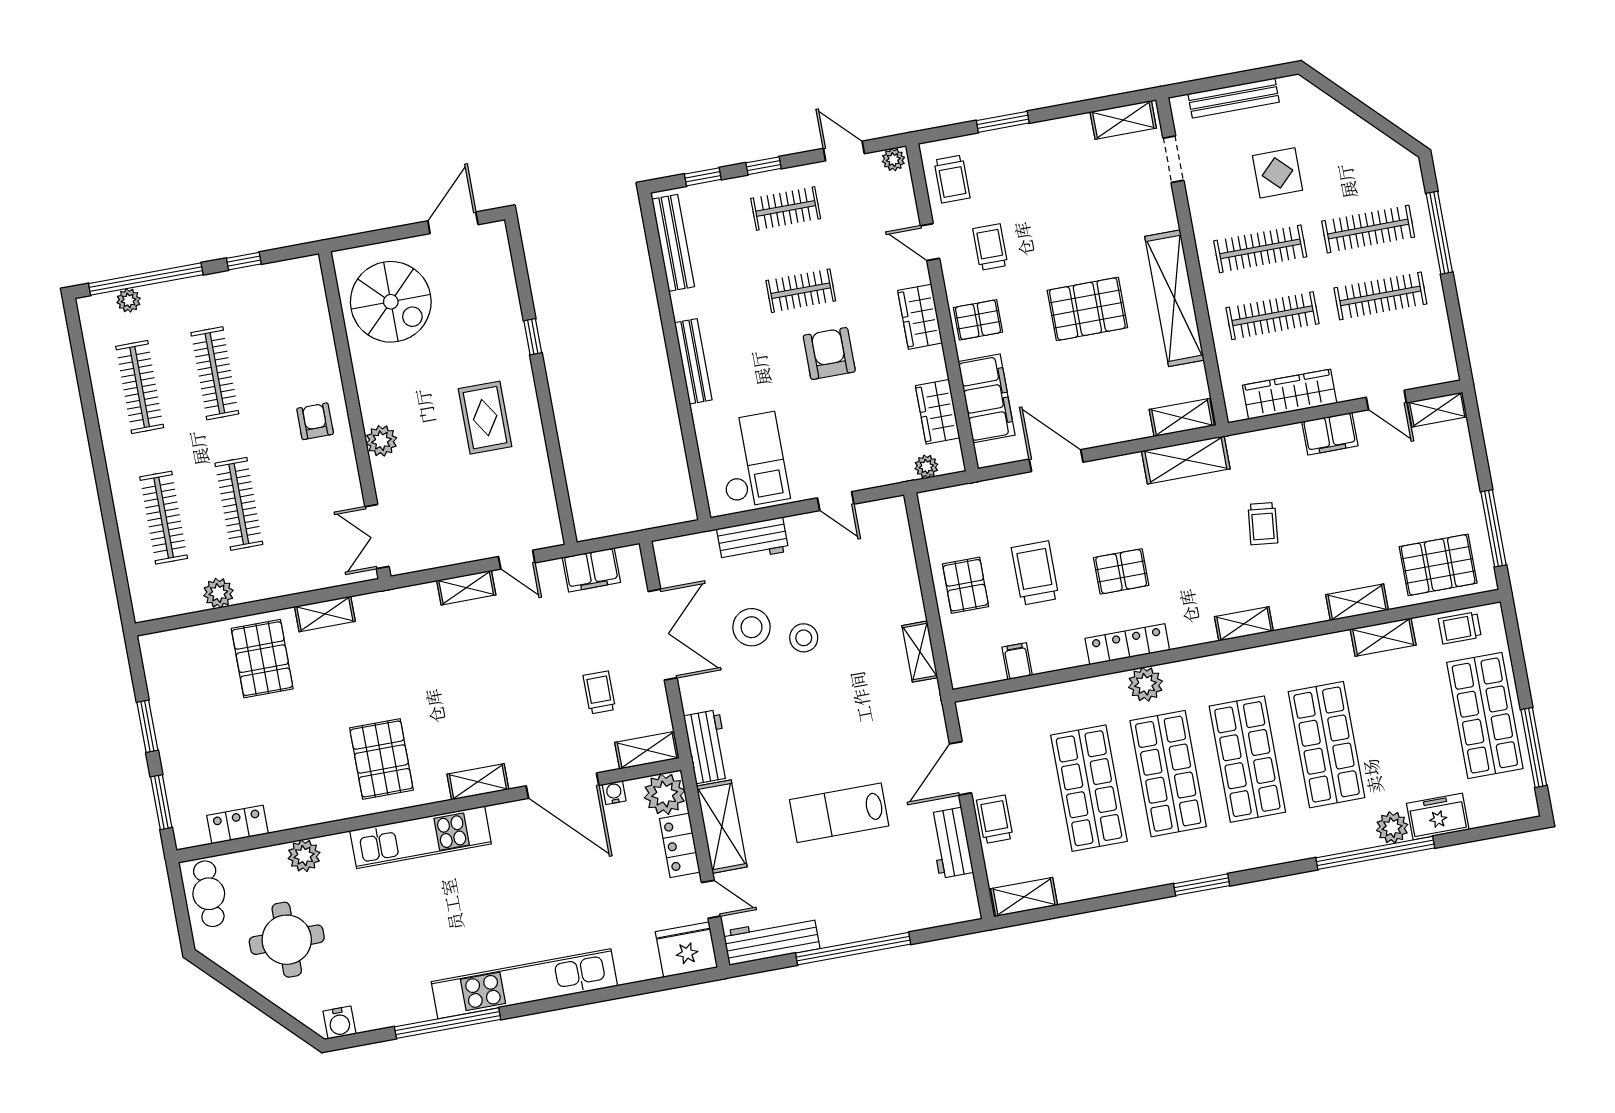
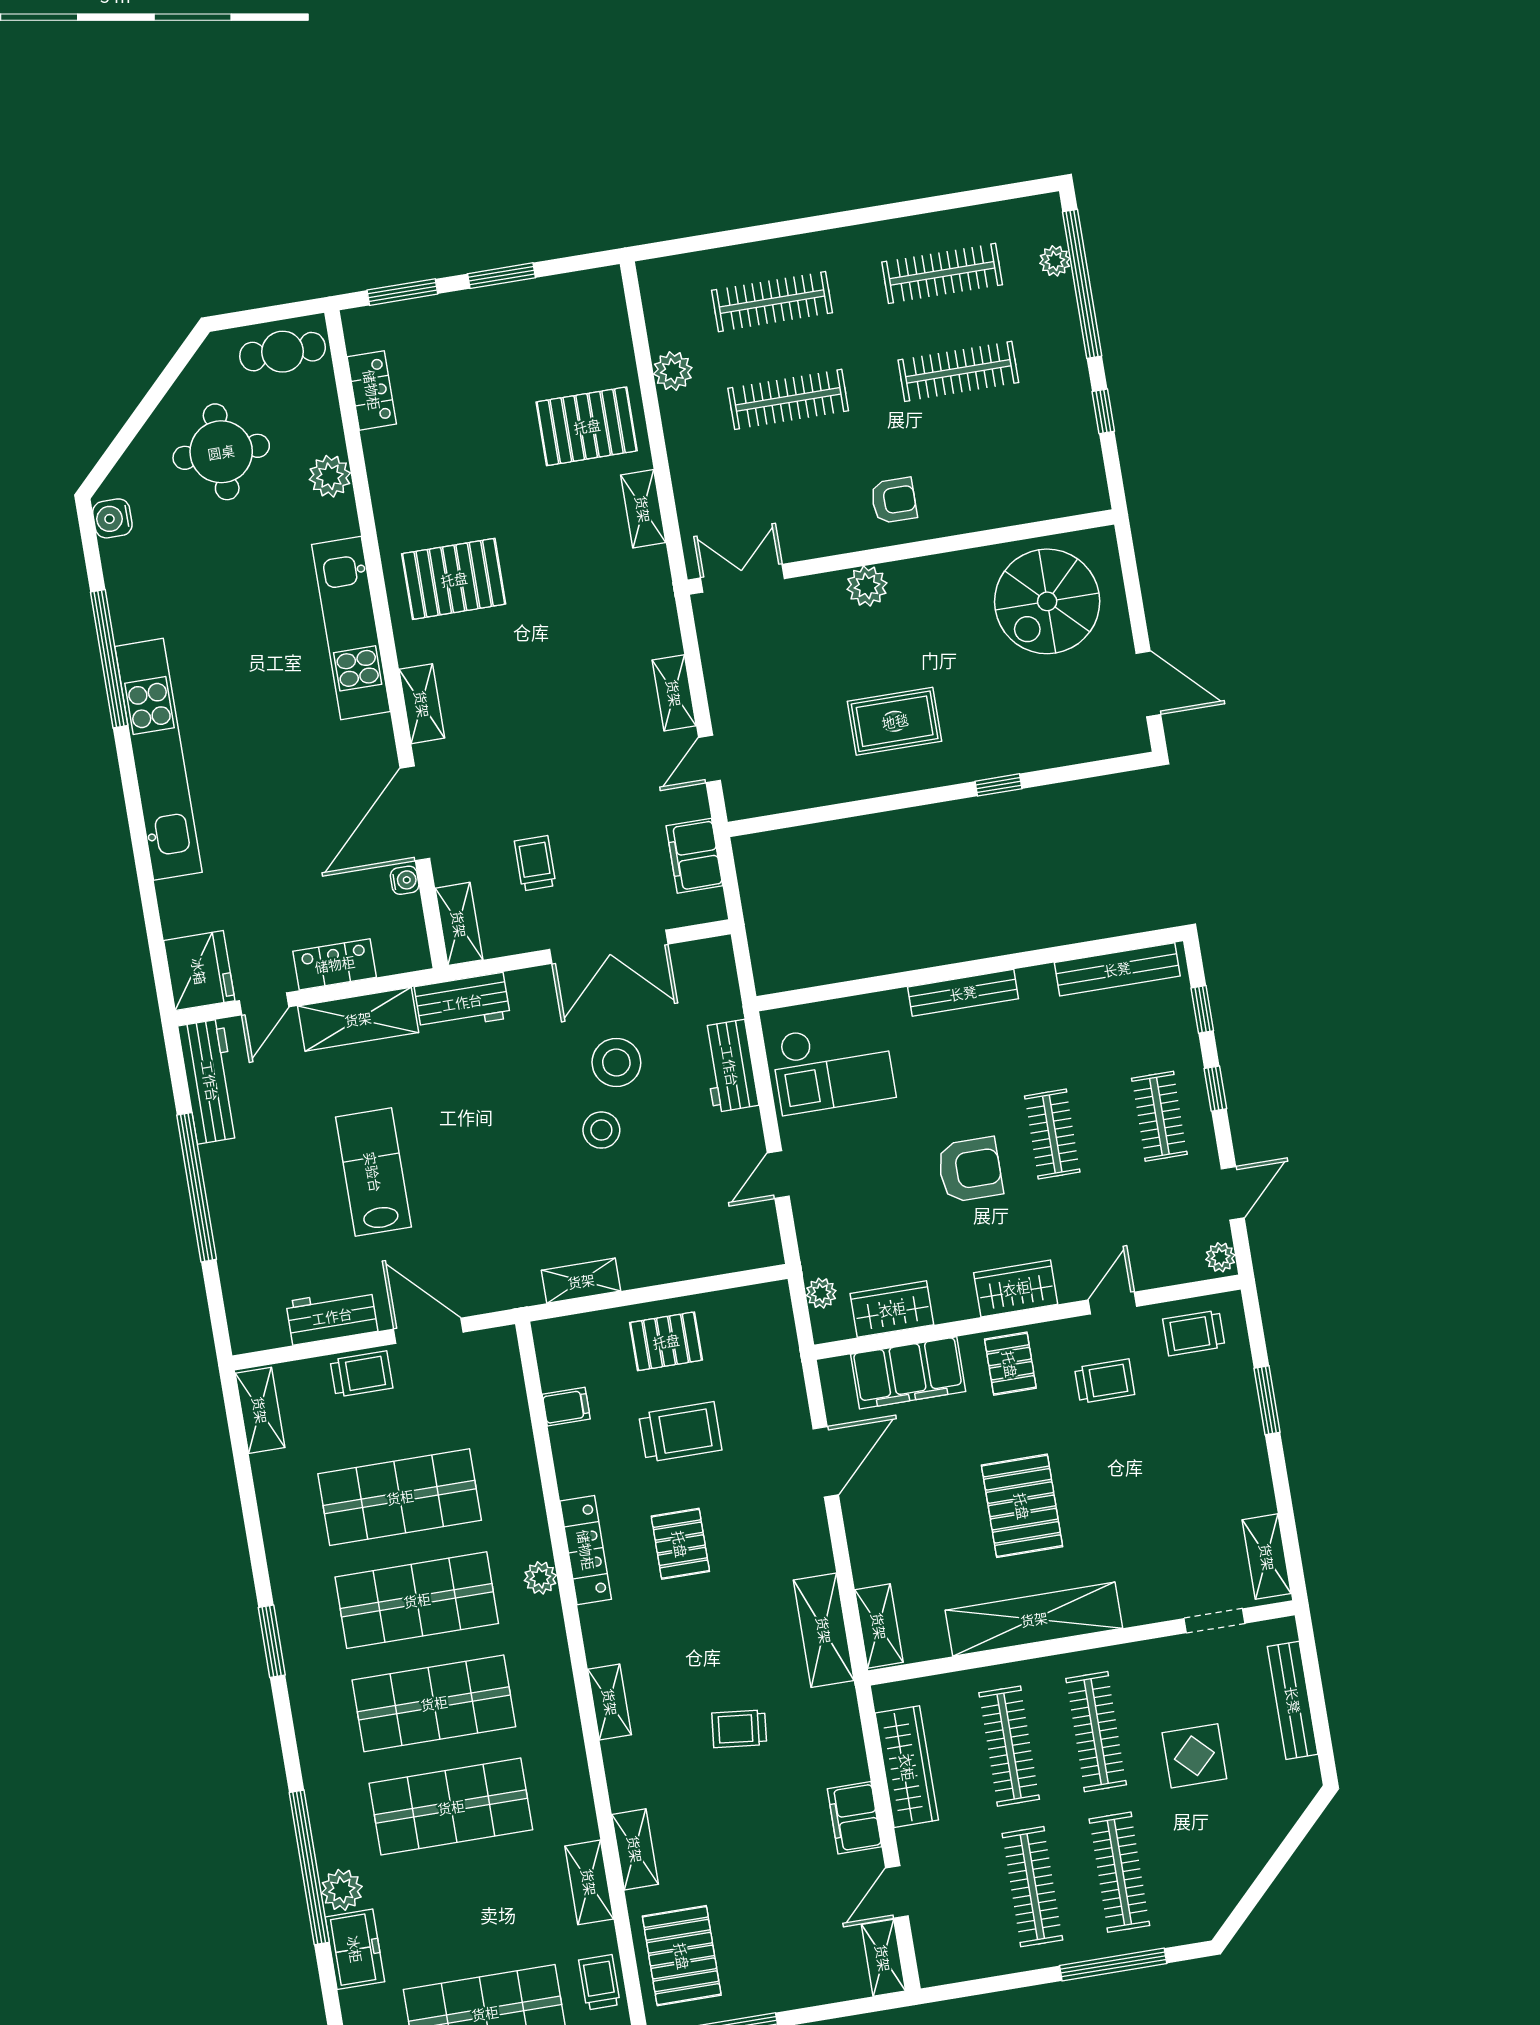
plant: (1145, 684) -> (540, 1578), width x0.73, depth x0.73
trolley: (599, 692) -> (535, 863), turned -90
plant: (665, 794) -> (402, 946), removed

